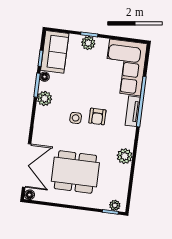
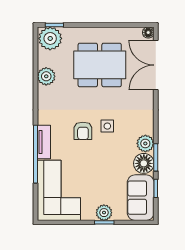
floor lamp: (45, 77) -> (144, 163), width x1.89, depth x1.89
armchair: (97, 116) -> (83, 131), turned 180
plant: (125, 156) -> (46, 76), moved
plant: (115, 205) -> (50, 38), width x1.88, depth x1.88

